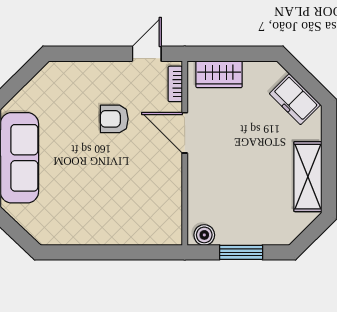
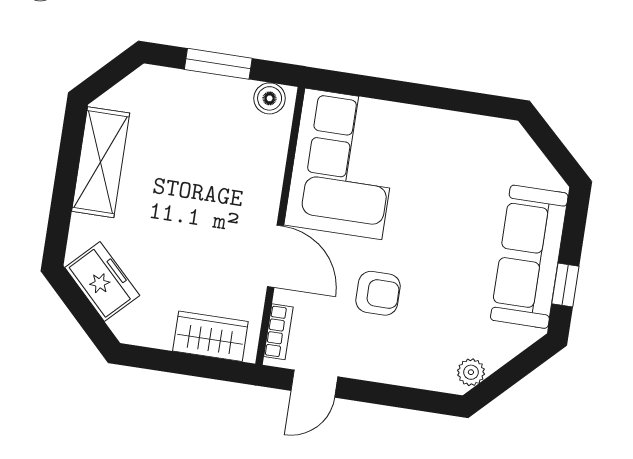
plant: (46, 77) -> (471, 372), added
corner sofa: (150, 200) -> (343, 164), added

